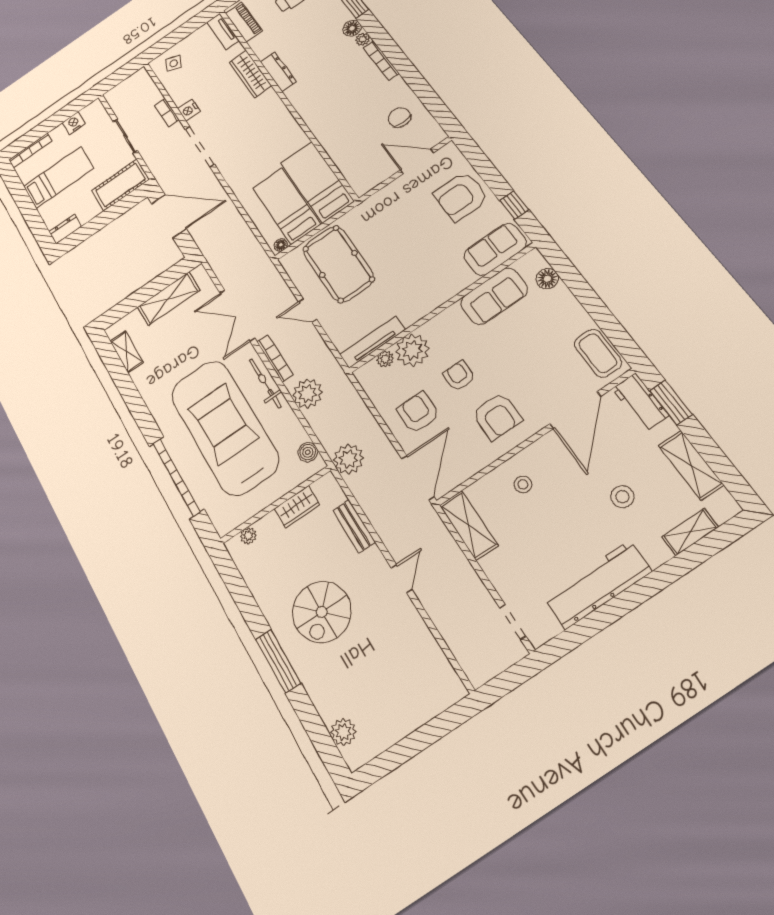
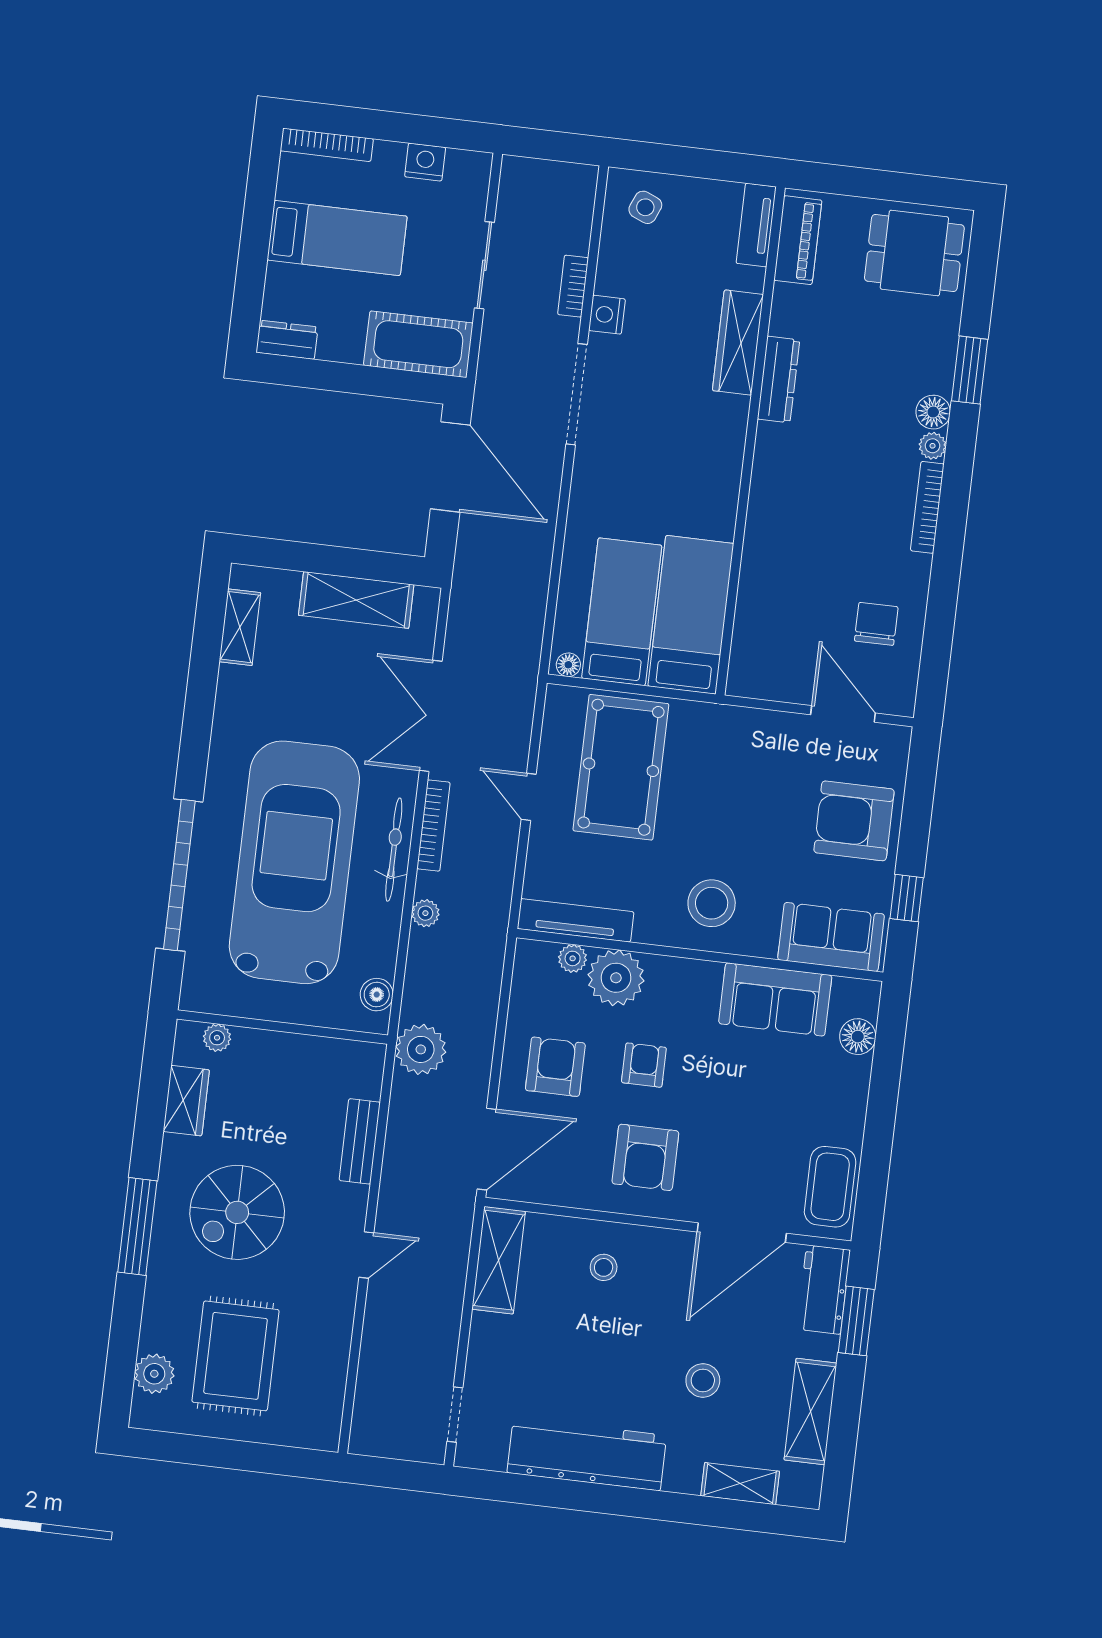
stool: (428, 282) -> (712, 903), added
plant: (307, 394) -> (425, 913), width x0.53, depth x0.53
wardrobe: (297, 507) -> (186, 1101), moved, turned -90
rug: (377, 687) -> (235, 1356), added

